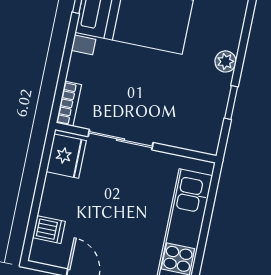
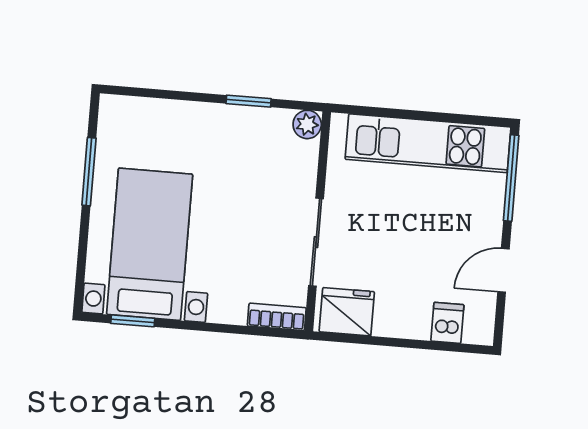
plant: (226, 61) -> (307, 124), moved

